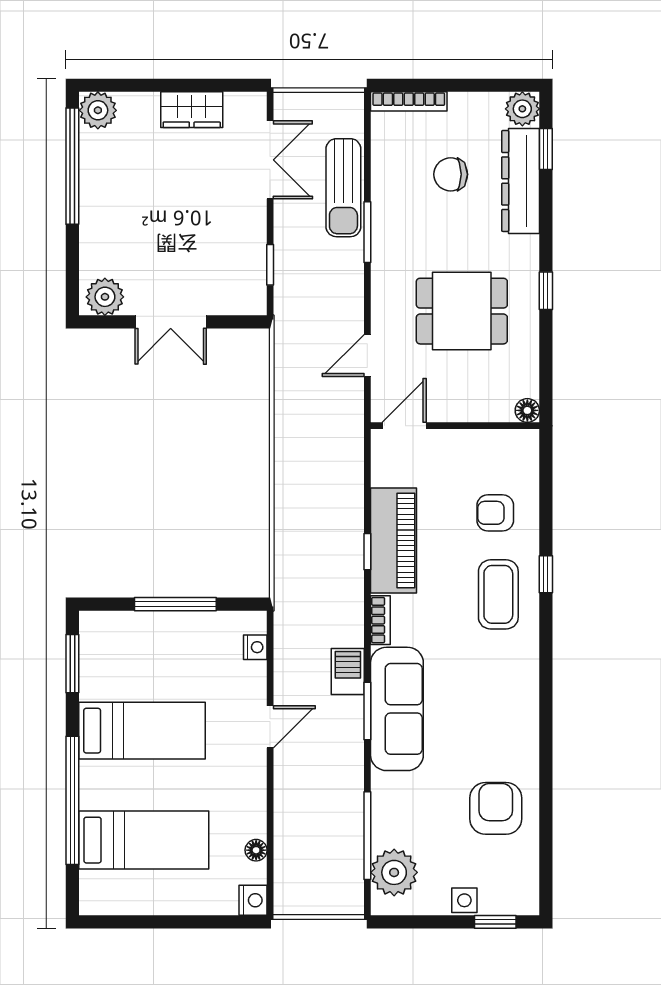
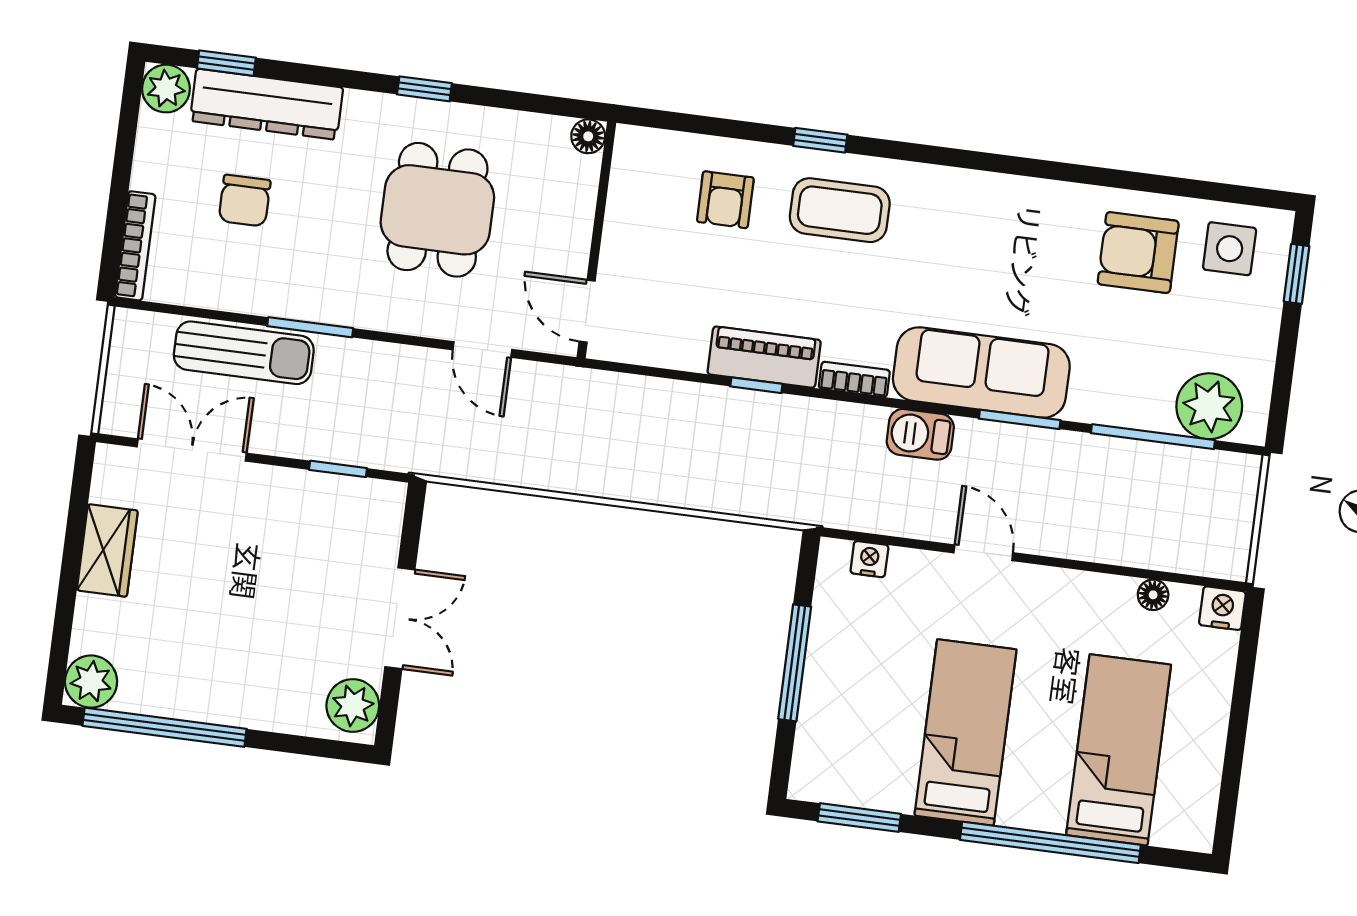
piano: (394, 540) -> (764, 357), width x0.73, depth x0.75
window: (367, 711) -> (1020, 419), moved
side table: (464, 900) -> (1230, 249), moved, width x1.37, depth x1.37

